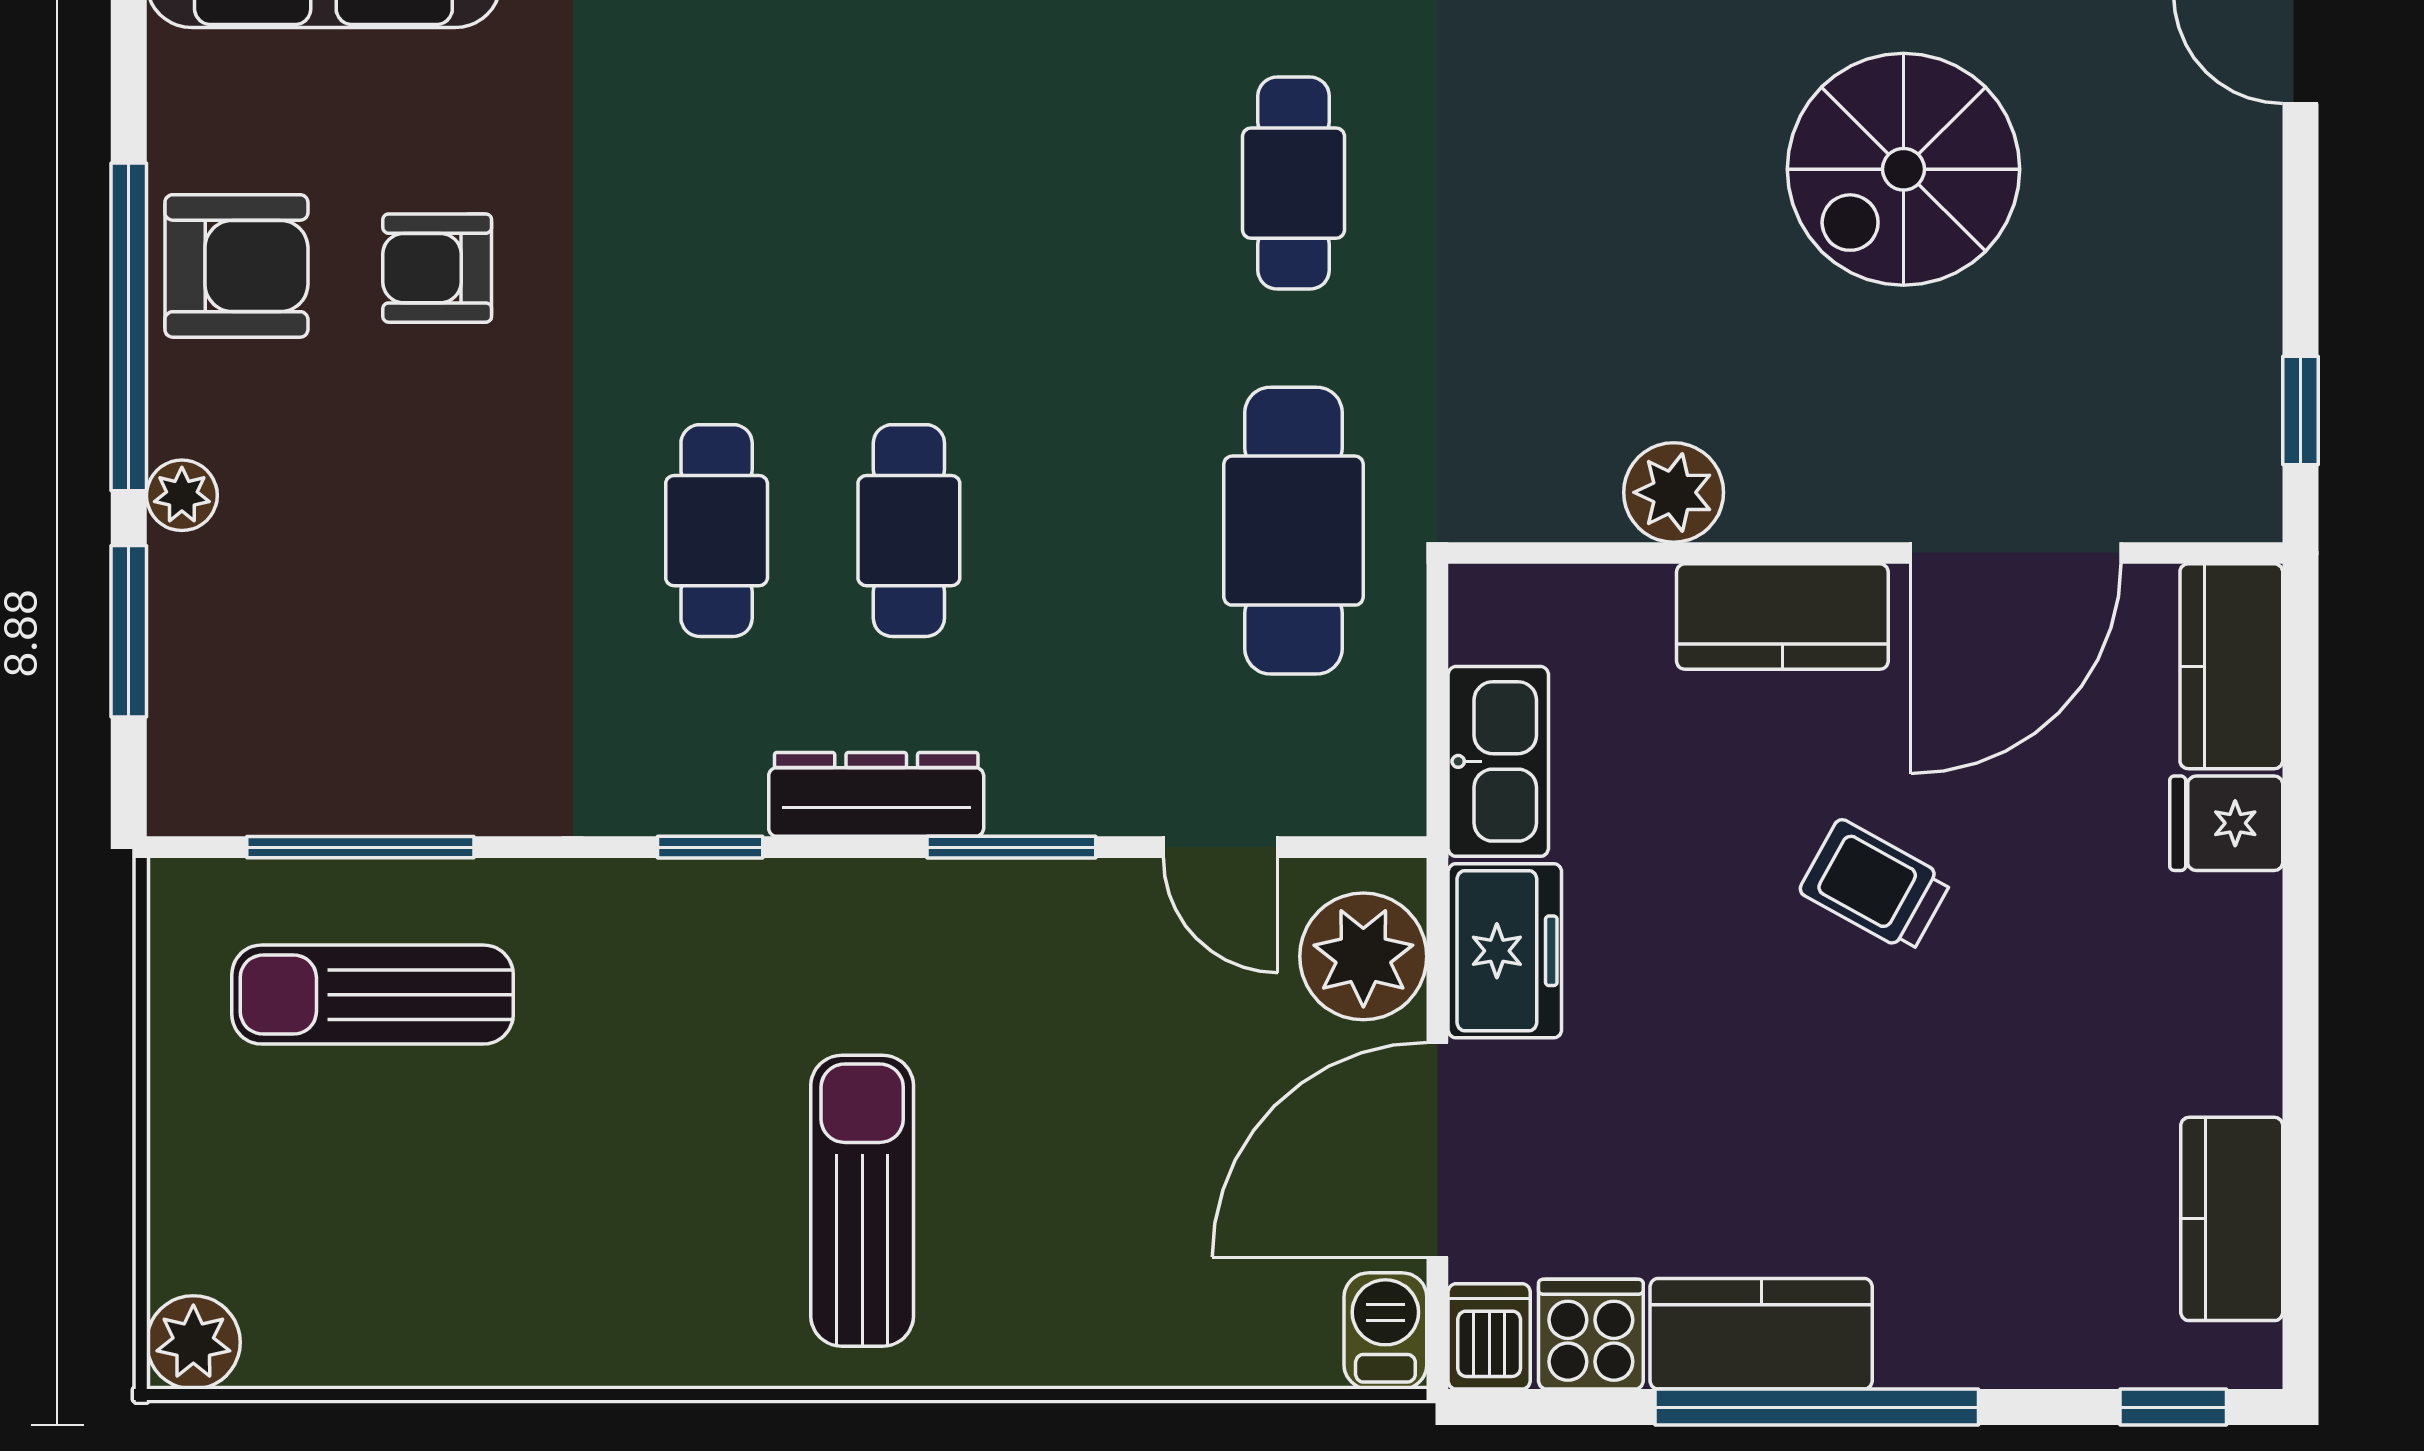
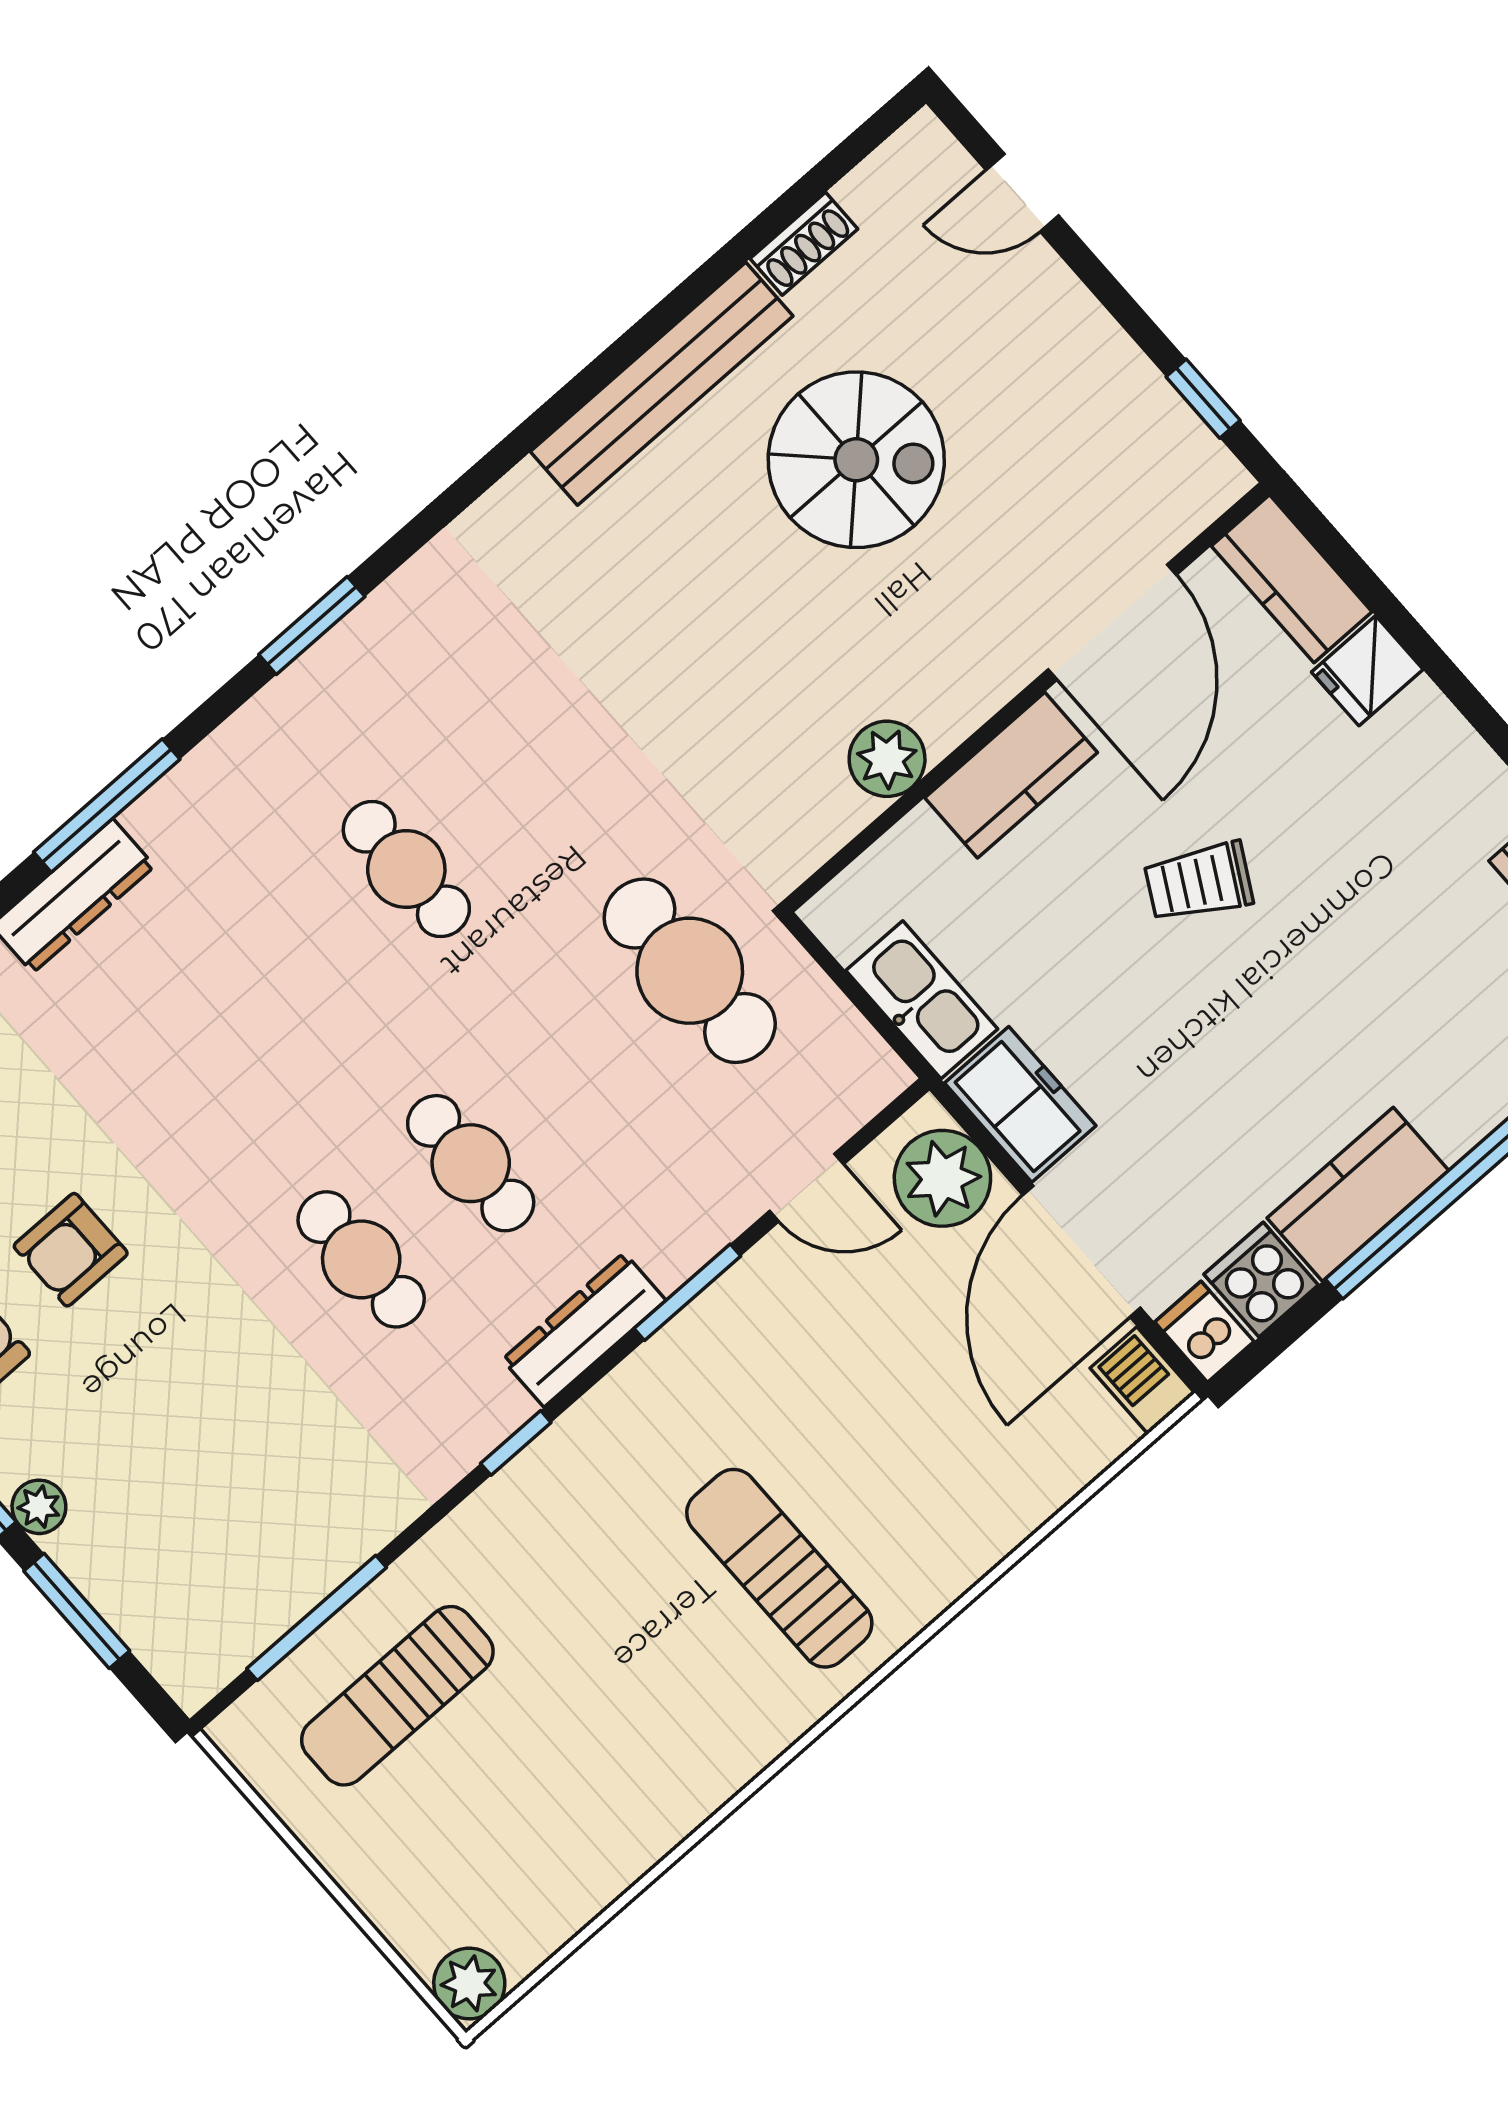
spiral stairs: (1903, 169) -> (856, 460), turned -90
cafe table: (1294, 183) -> (406, 869), moved

